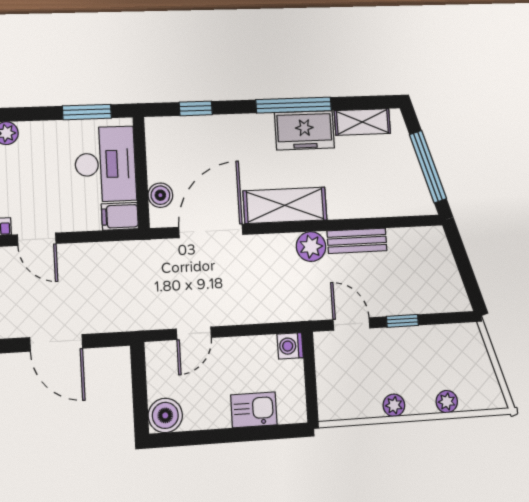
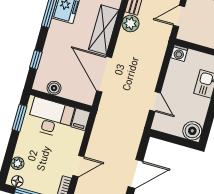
boiler: (160, 195) -> (54, 88), moved

